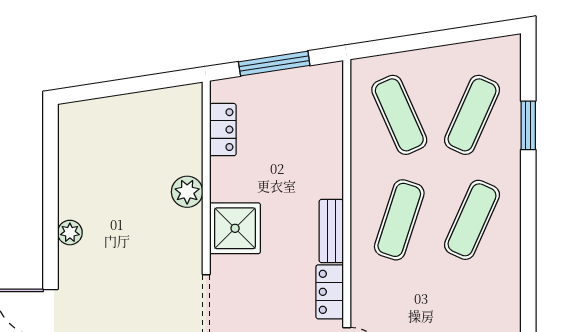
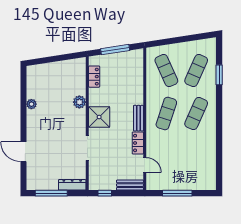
plant: (70, 233) -> (31, 104), moved

